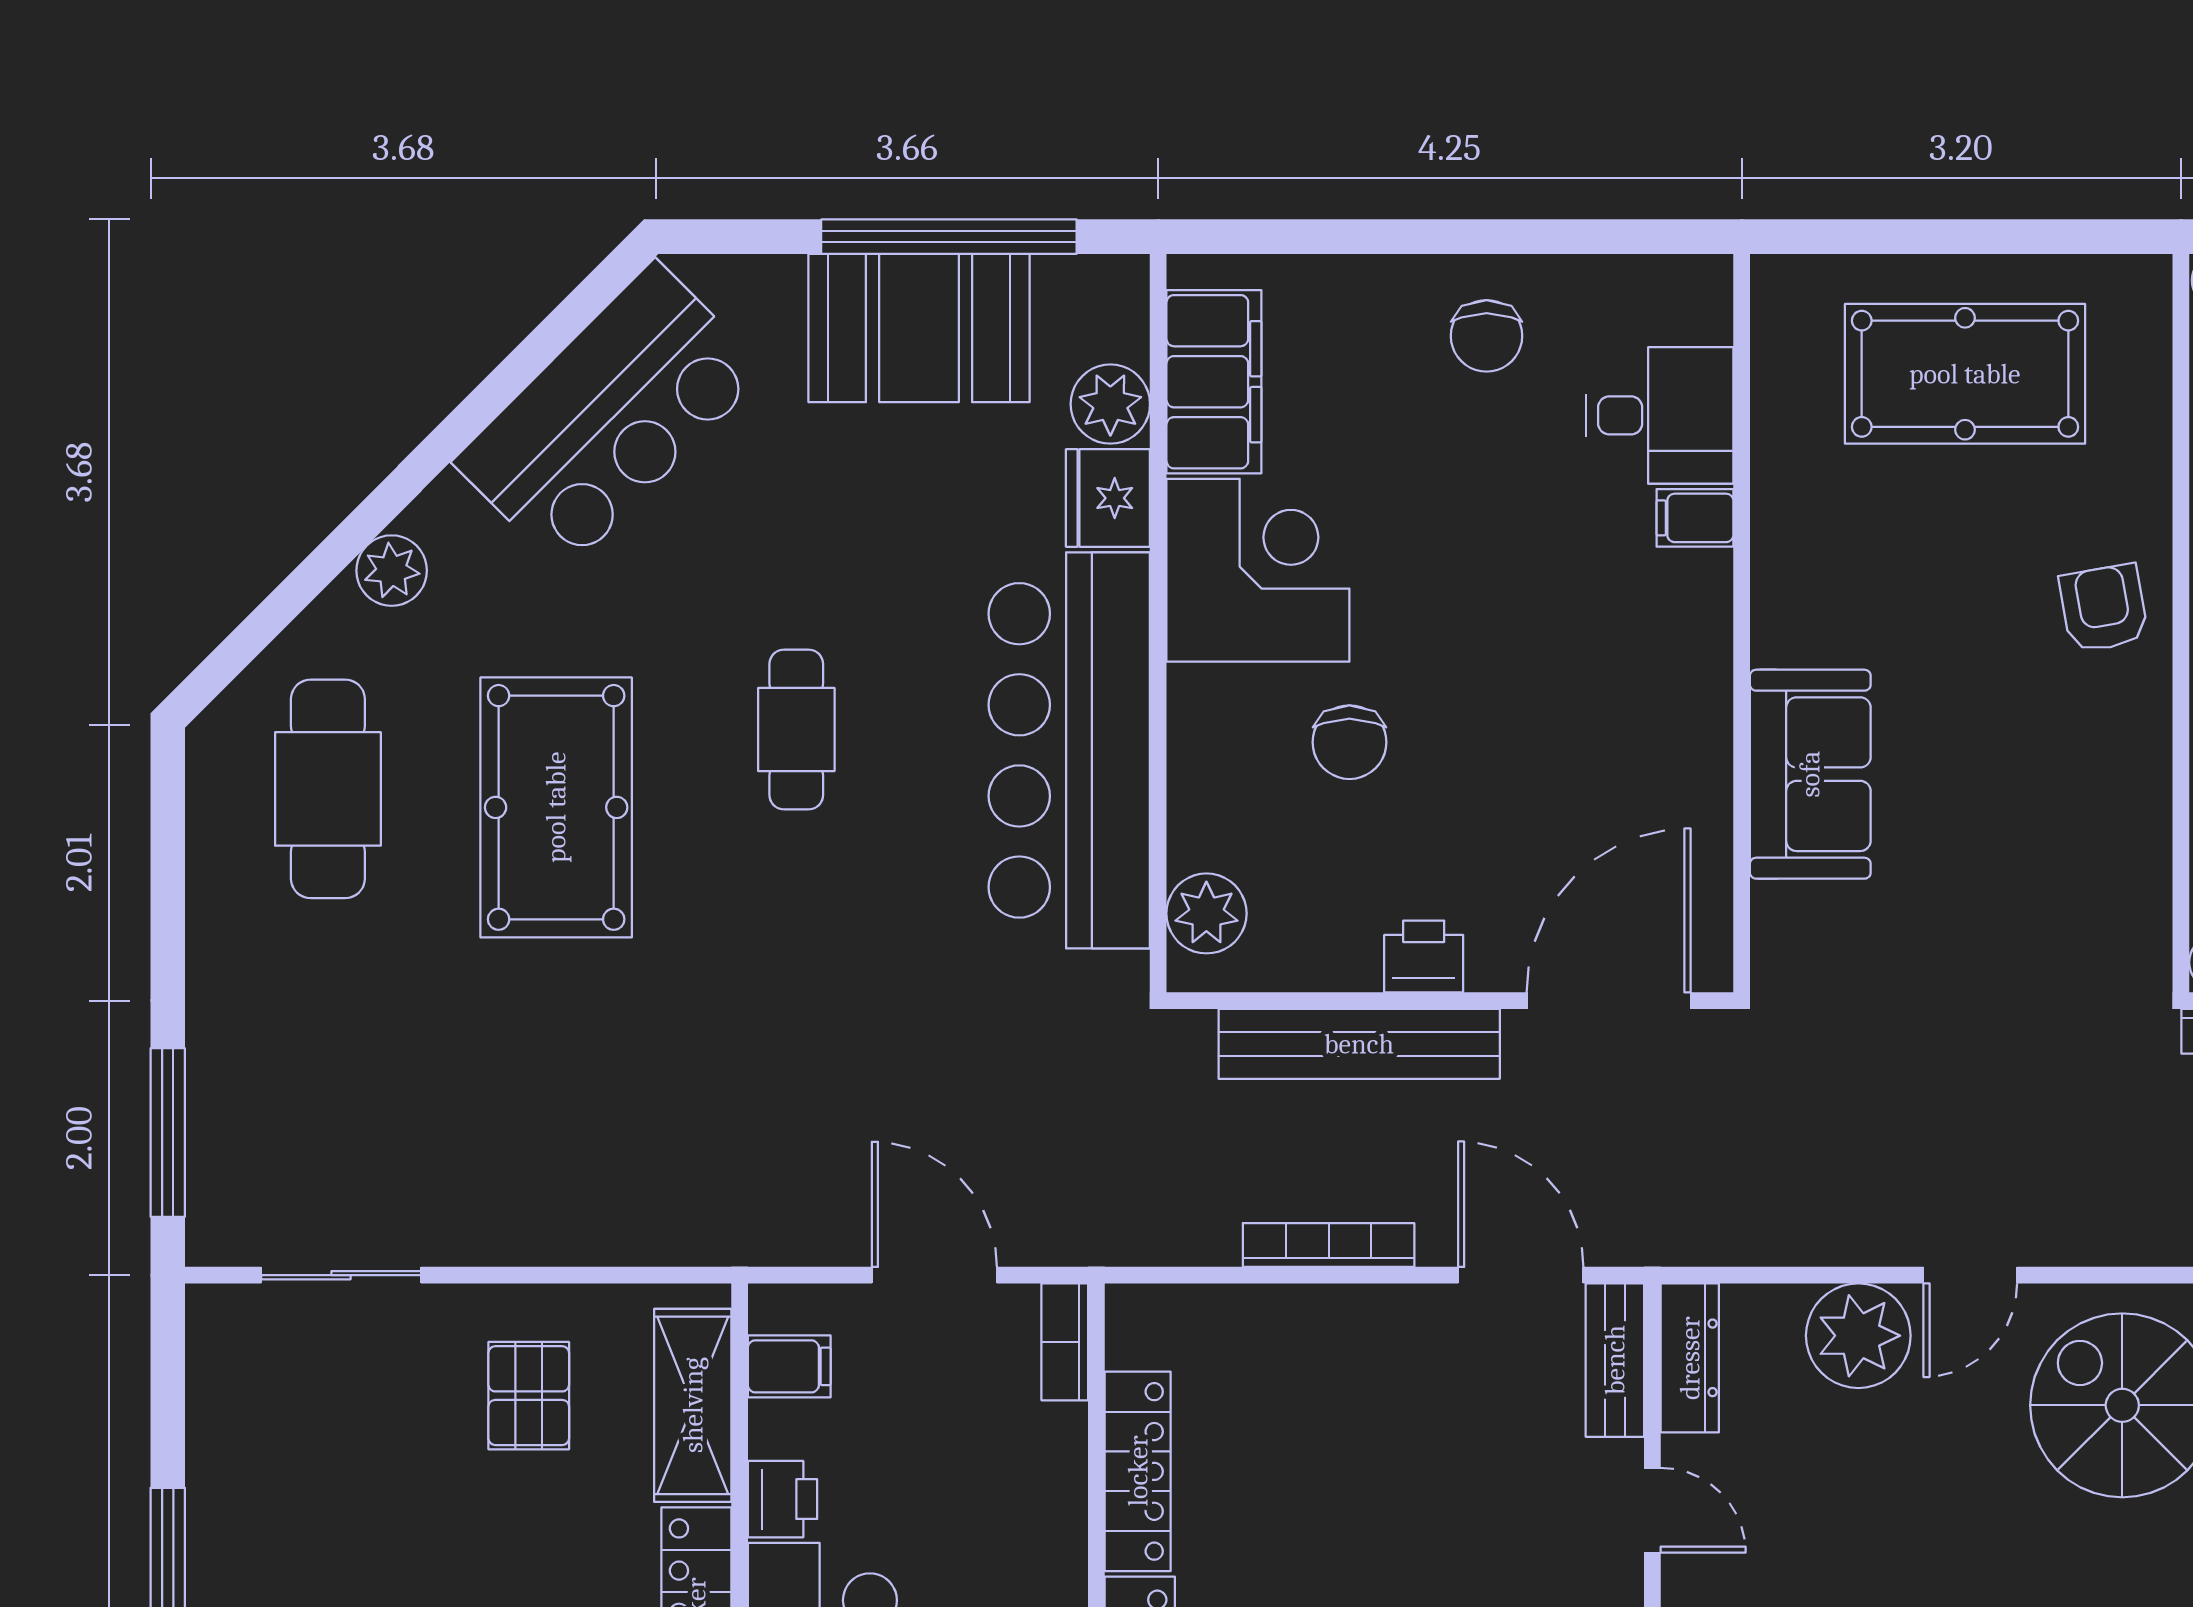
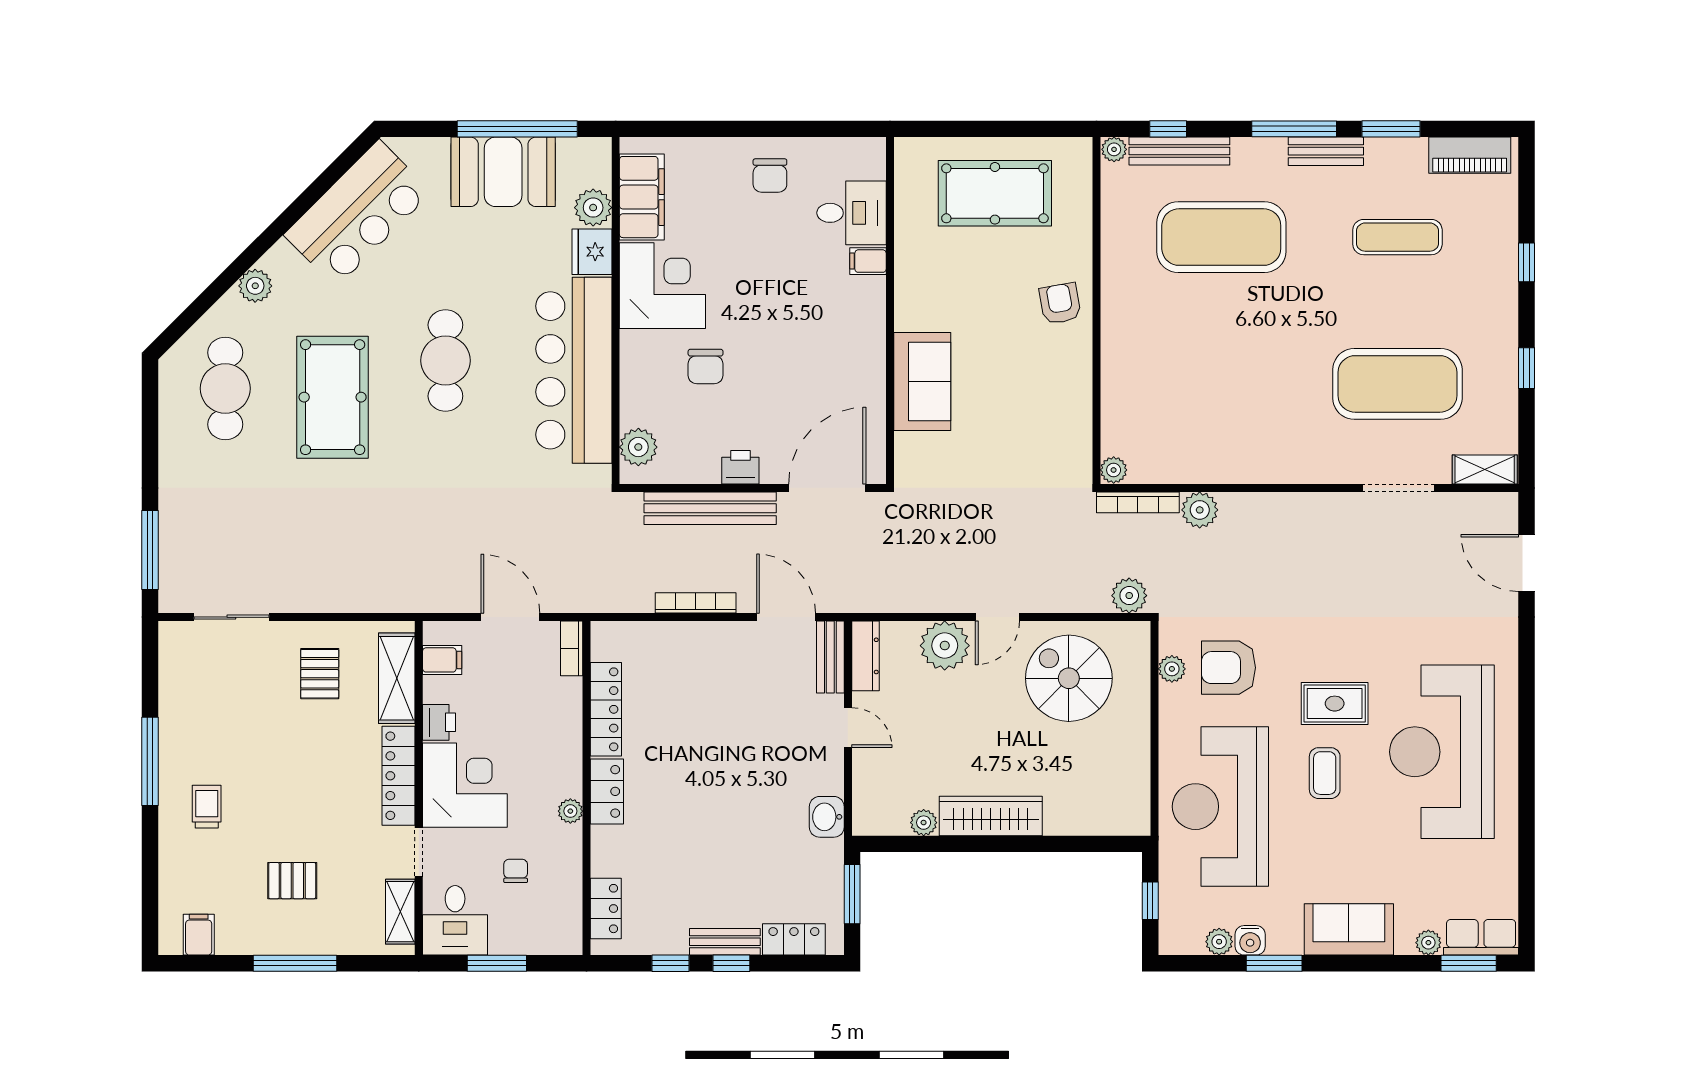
cafe table: (796, 730) -> (445, 361), width x1.37, depth x1.35

